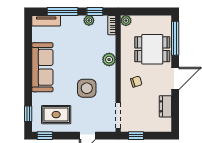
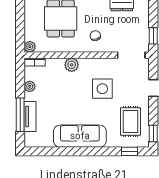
window: (95, 12) -> (20, 80), removed
tv unit: (46, 21) -> (30, 117), moved

